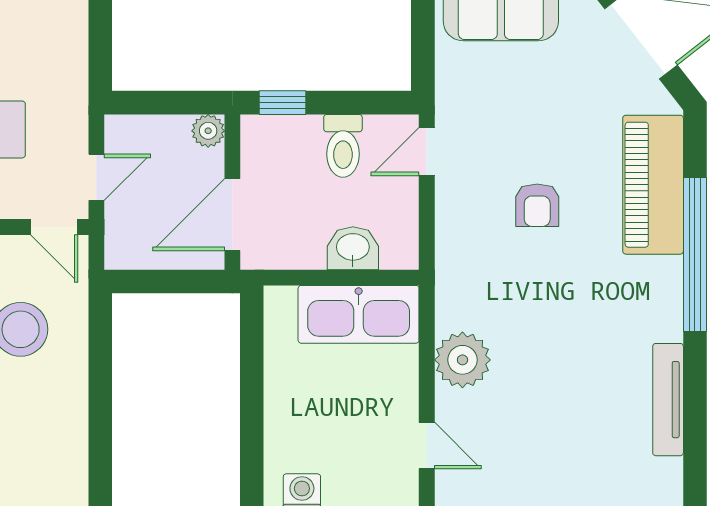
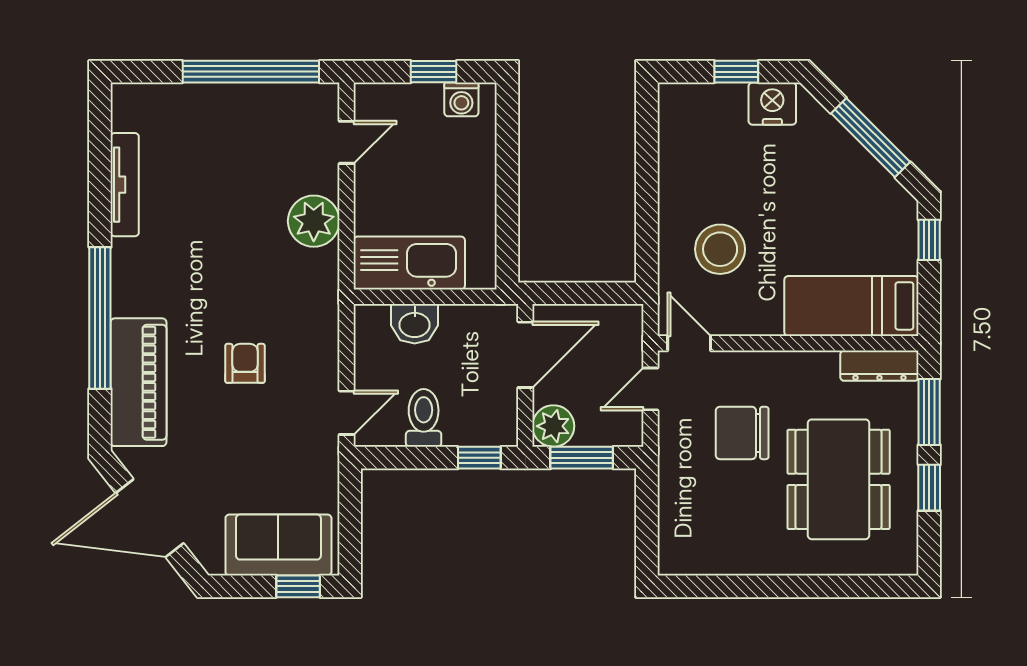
window: (171, 103) -> (582, 458), added
plant: (208, 131) -> (553, 426), width x1.38, depth x1.38
door: (427, 446) -> (347, 142), swing flipped

